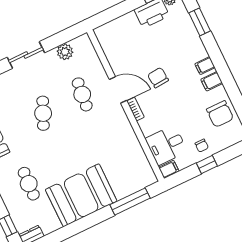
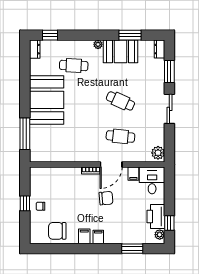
plant: (65, 52) -> (158, 153), moved
desk: (166, 145) -> (152, 180), moved
filing cabinet: (169, 169) -> (133, 174), moved

